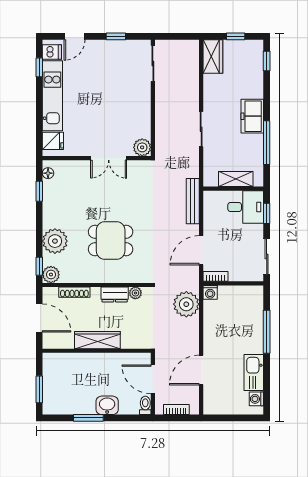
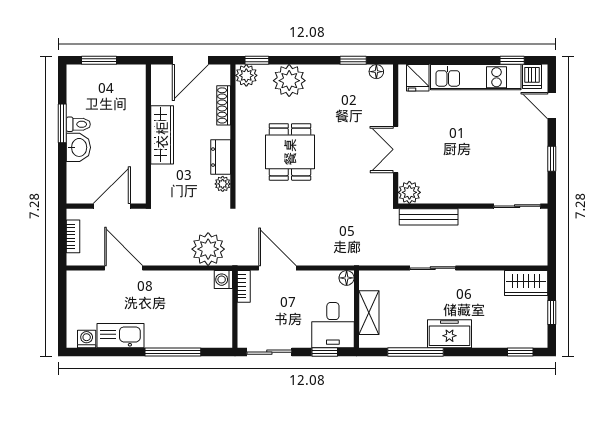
floor lamp: (209, 196) -> (347, 278), added
bench: (193, 201) -> (429, 217), moved
toilet: (145, 405) -> (78, 124), moved

